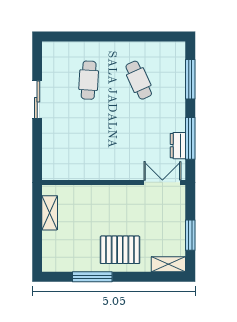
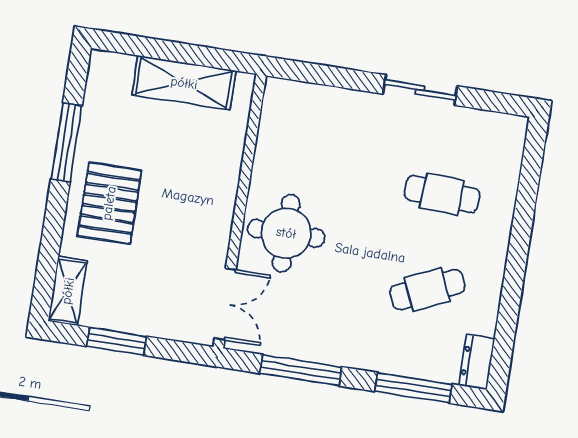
dresser: (178, 146) -> (477, 362), moved, turned -90
round table: (121, 157) -> (286, 233), added
shelving: (50, 213) -> (184, 83), width x1.50, depth x1.33

